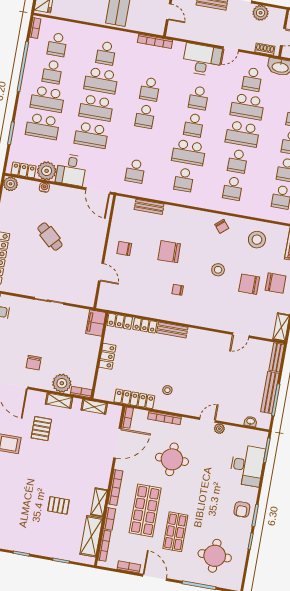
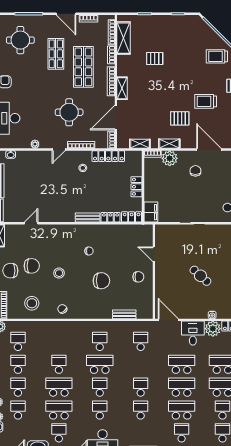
school desk: (233, 188) -> (59, 341), removed
door: (208, 420) -> (59, 149), moved
pallet: (41, 429) -> (180, 118), turned 90
shelving: (99, 502) -> (122, 88), moved

